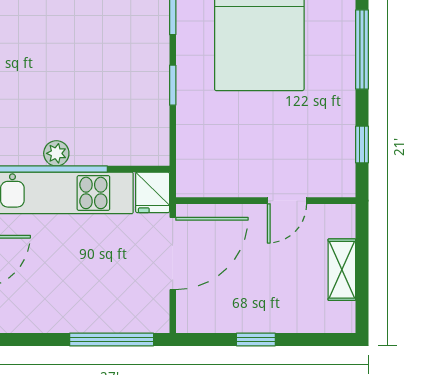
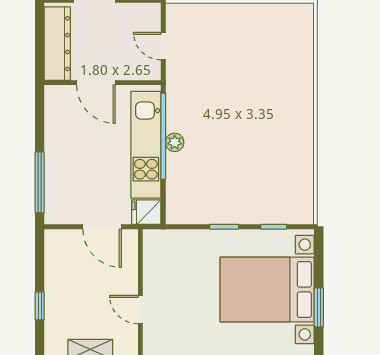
door: (173, 253) -> (102, 227), width x0.73
window: (256, 339) -> (40, 306), moved

